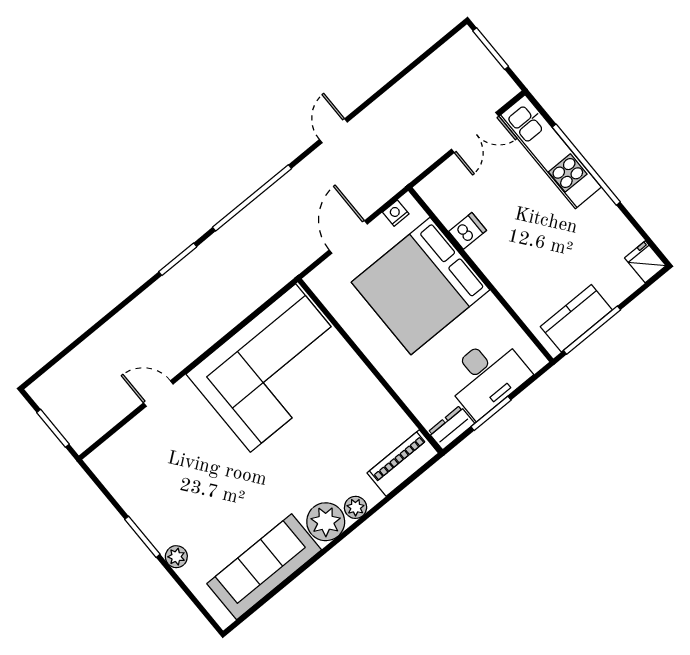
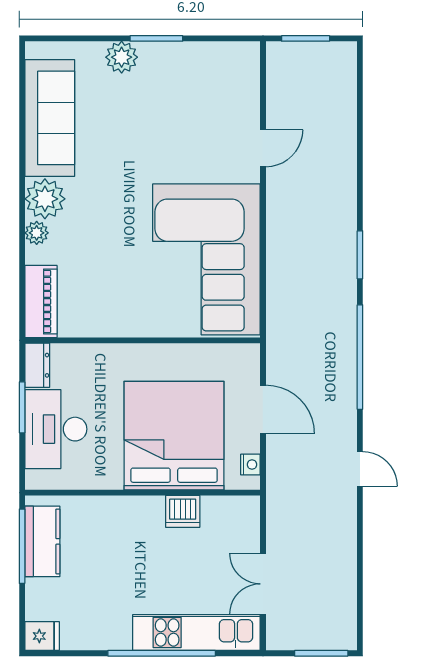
dishwasher: (468, 231) -> (183, 511), width x1.38
plant: (176, 557) -> (122, 57), width x1.38, depth x1.38

